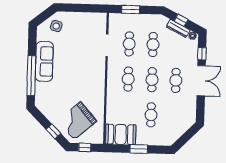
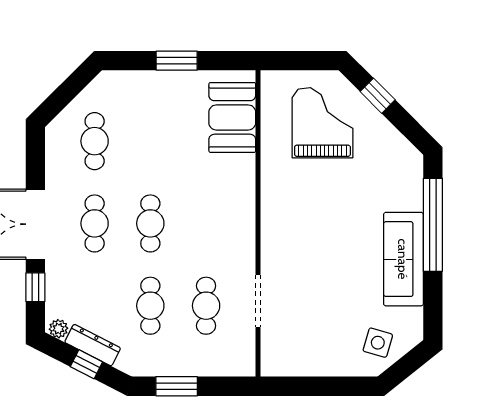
window: (131, 9) -> (177, 386), moved
cafe table: (128, 79) -> (206, 223), removed
cafe table: (151, 115) -> (95, 141), moved
grand piano: (77, 121) -> (322, 123), turned -49
booth: (121, 134) -> (232, 117), moved, turned 90
window: (85, 147) -> (303, 61), removed

